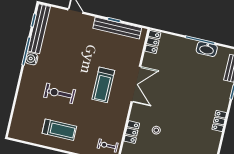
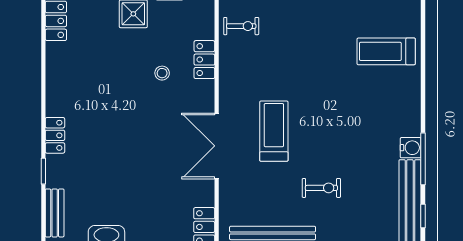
exercise bike: (60, 93) -> (321, 188), moved, width x0.73, depth x0.72
locker: (219, 121) -> (55, 135), moved
treadmill: (59, 130) -> (386, 51), moved

